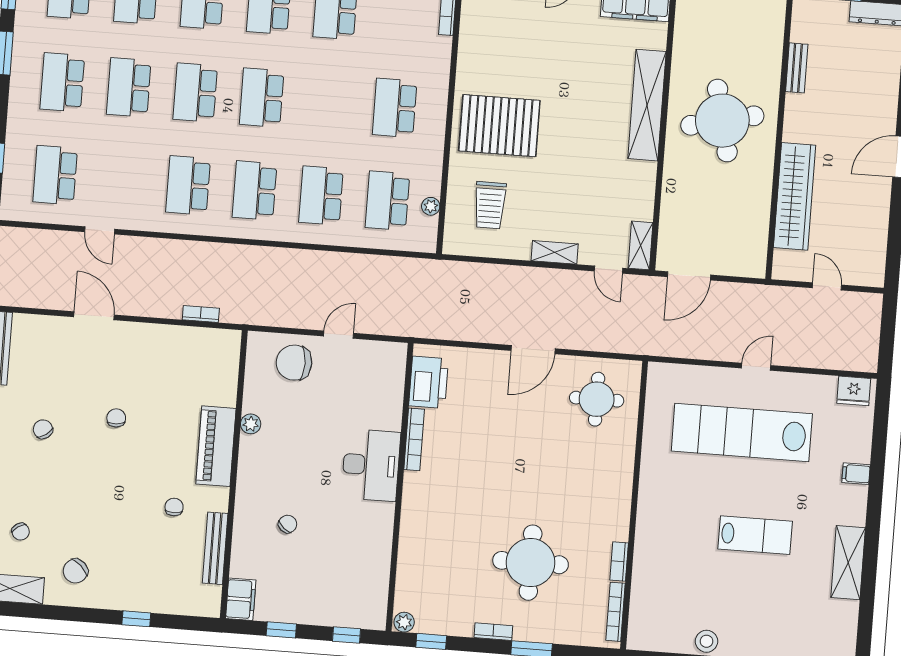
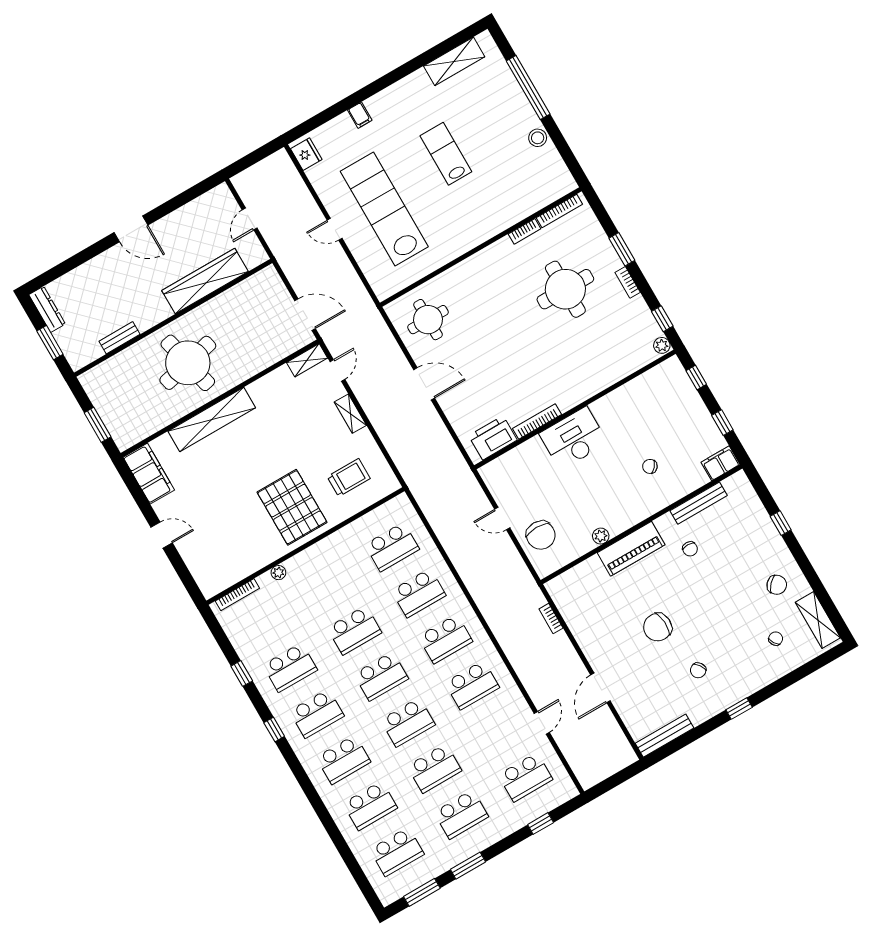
school desk: (395, 108) -> (354, 630), moved
plant: (431, 206) -> (278, 573), moved
chair: (116, 418) -> (658, 627), width x1.87, depth x1.87
lab bench: (742, 432) -> (384, 209), turned 180
chair: (174, 507) -> (690, 549), turned -90
shelving: (848, 563) -> (454, 61), moved

